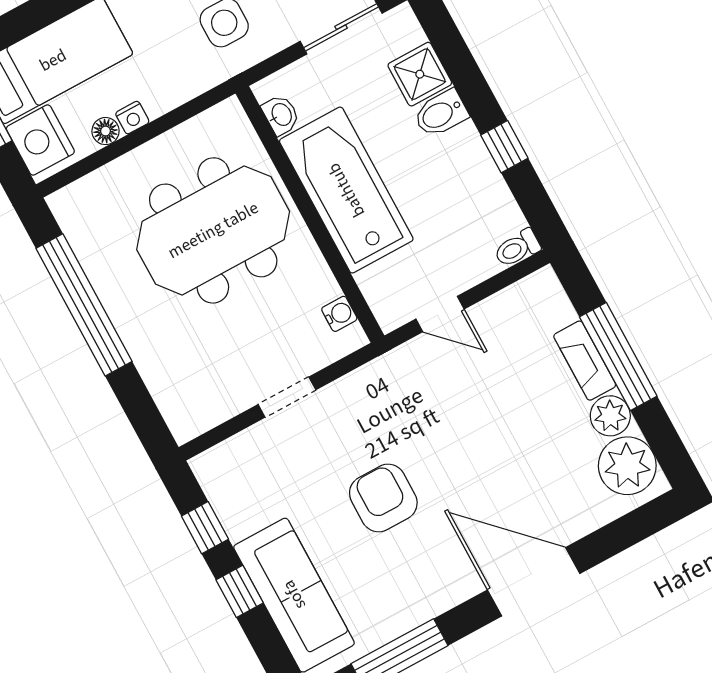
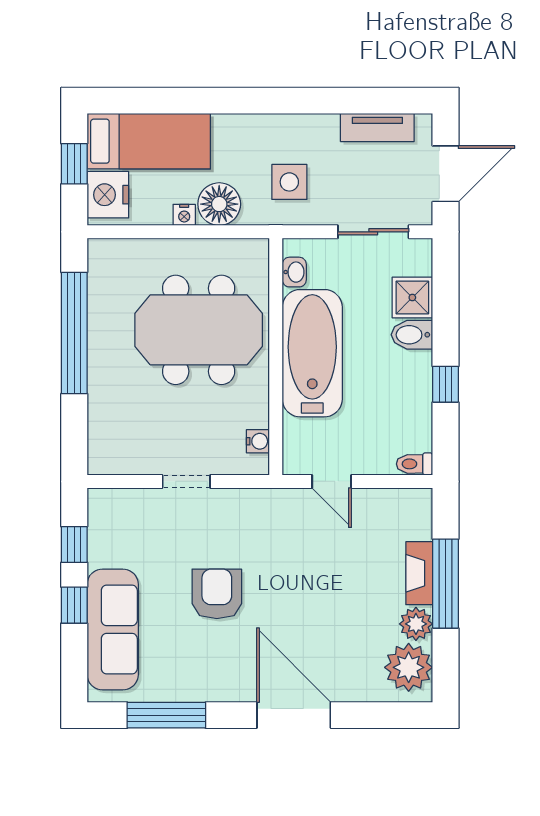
floor lamp: (106, 131) -> (219, 204), moved, width x1.89, depth x1.89

